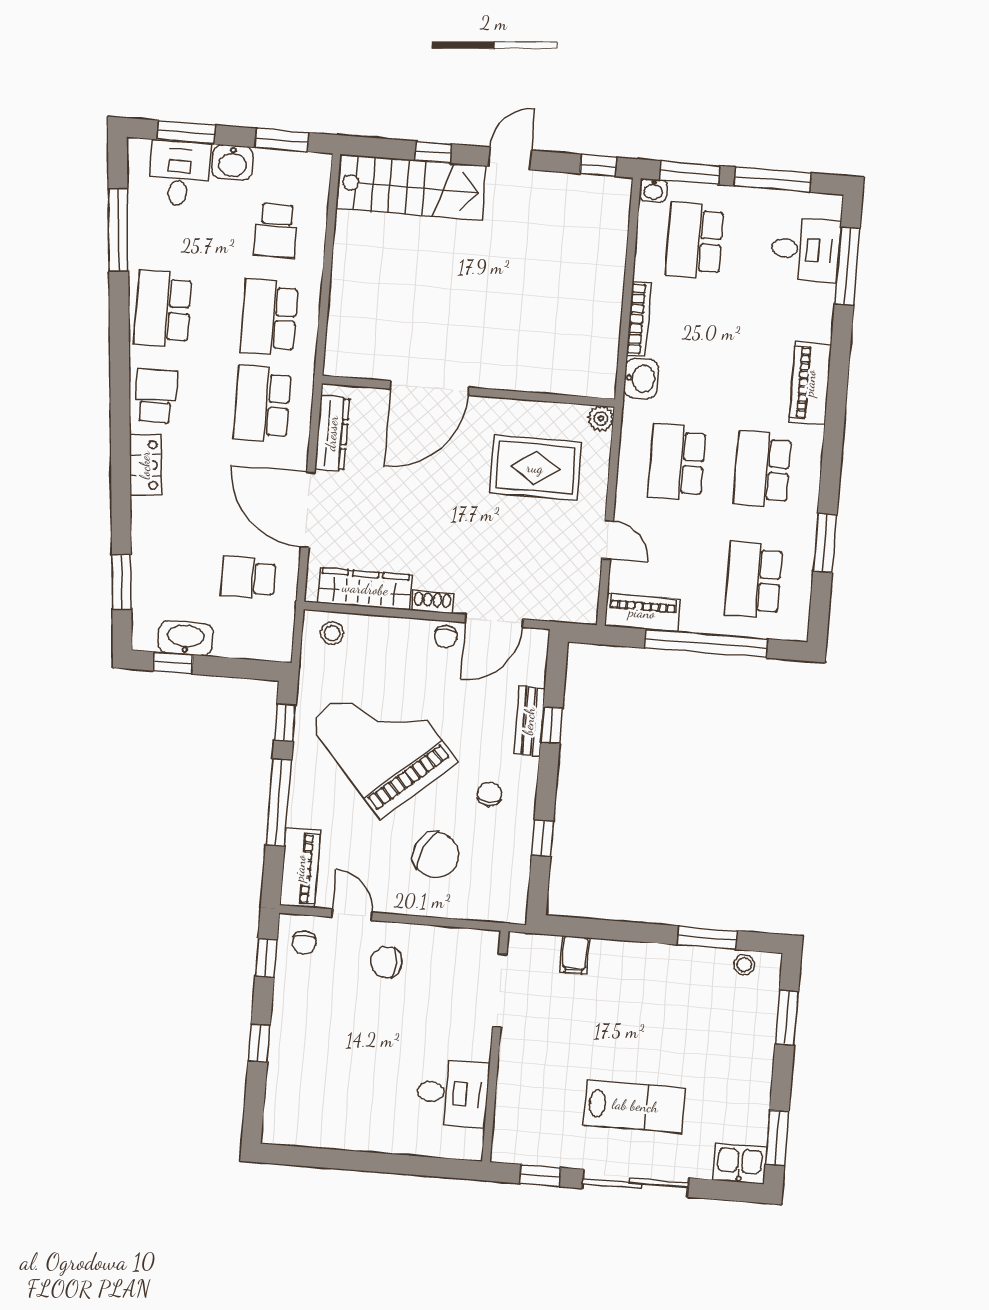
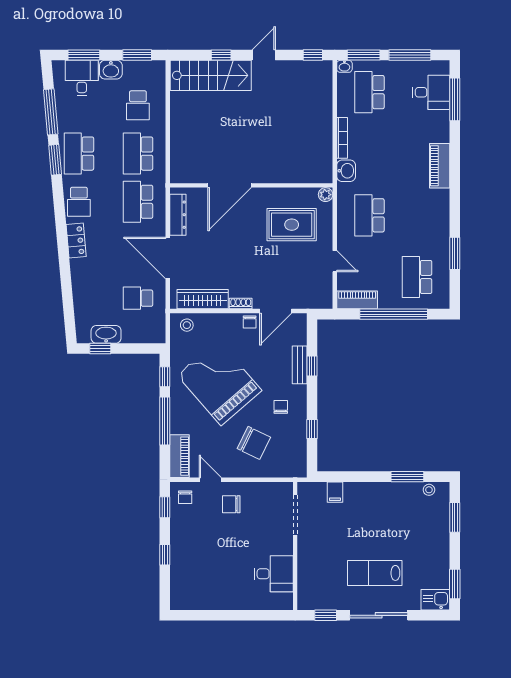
school desk: (156, 396) -> (79, 202), turned 180
school desk: (762, 469) -> (417, 215), removed
window: (122, 582) -> (55, 160), moved
lab bench: (635, 1106) -> (375, 573), turned 180

